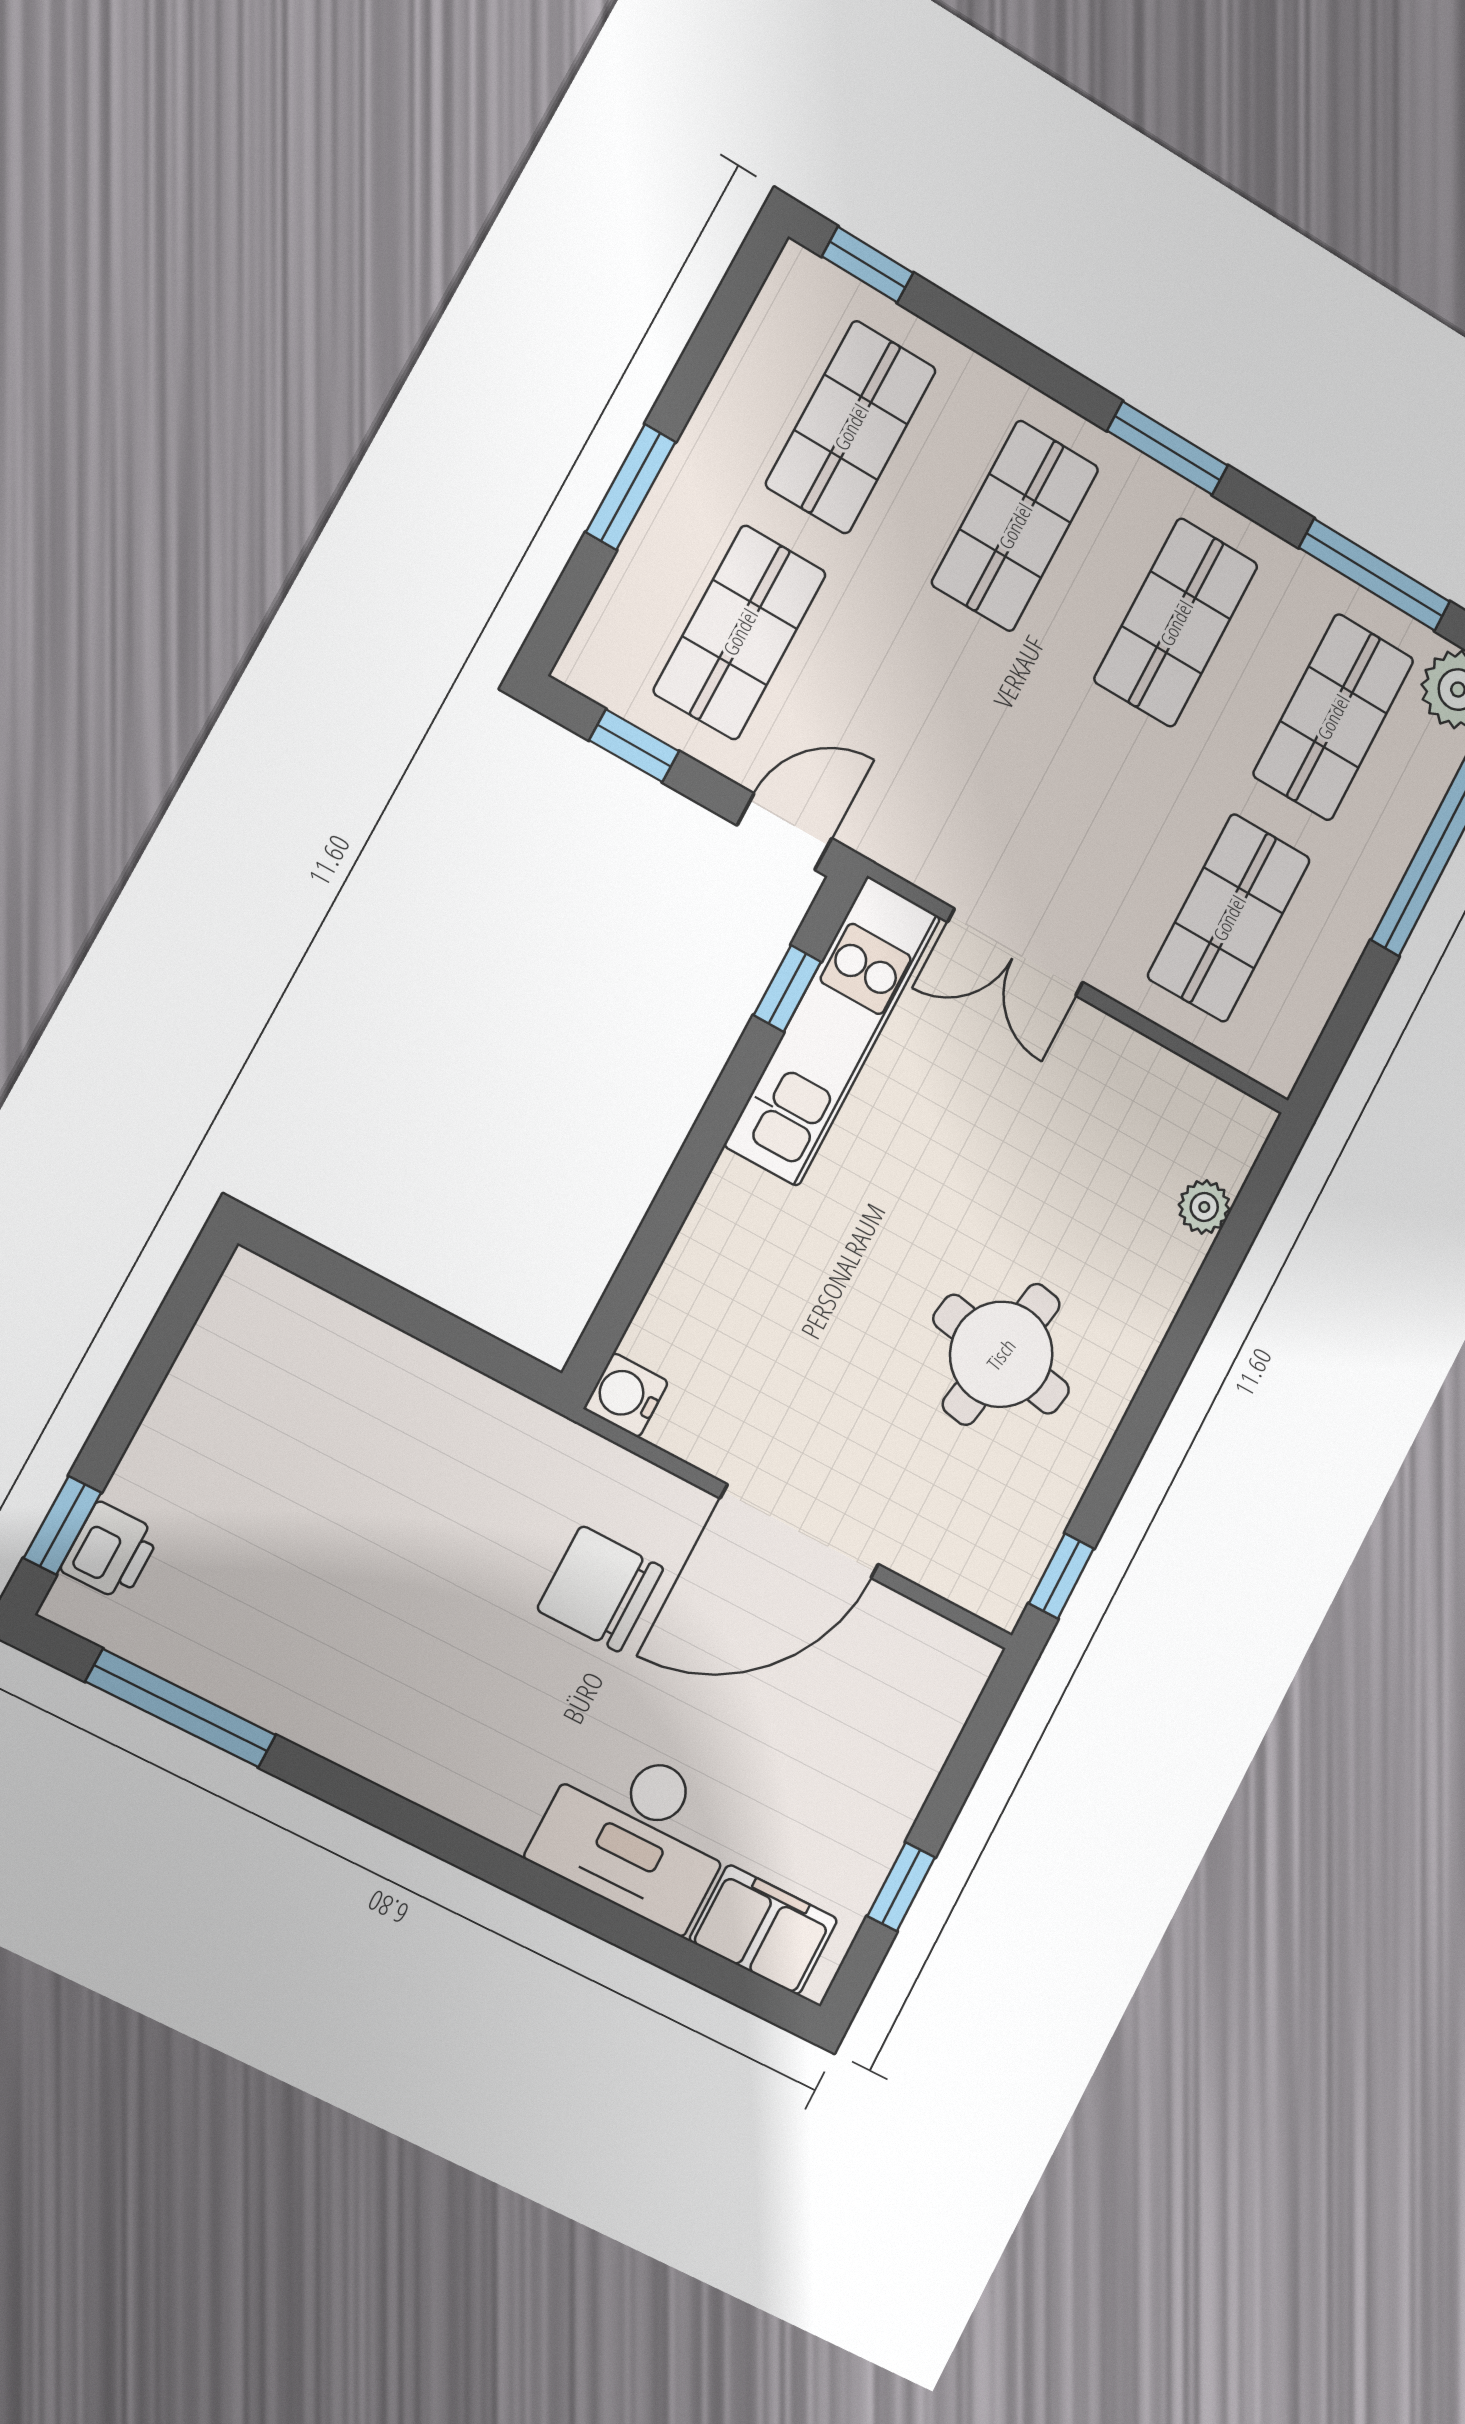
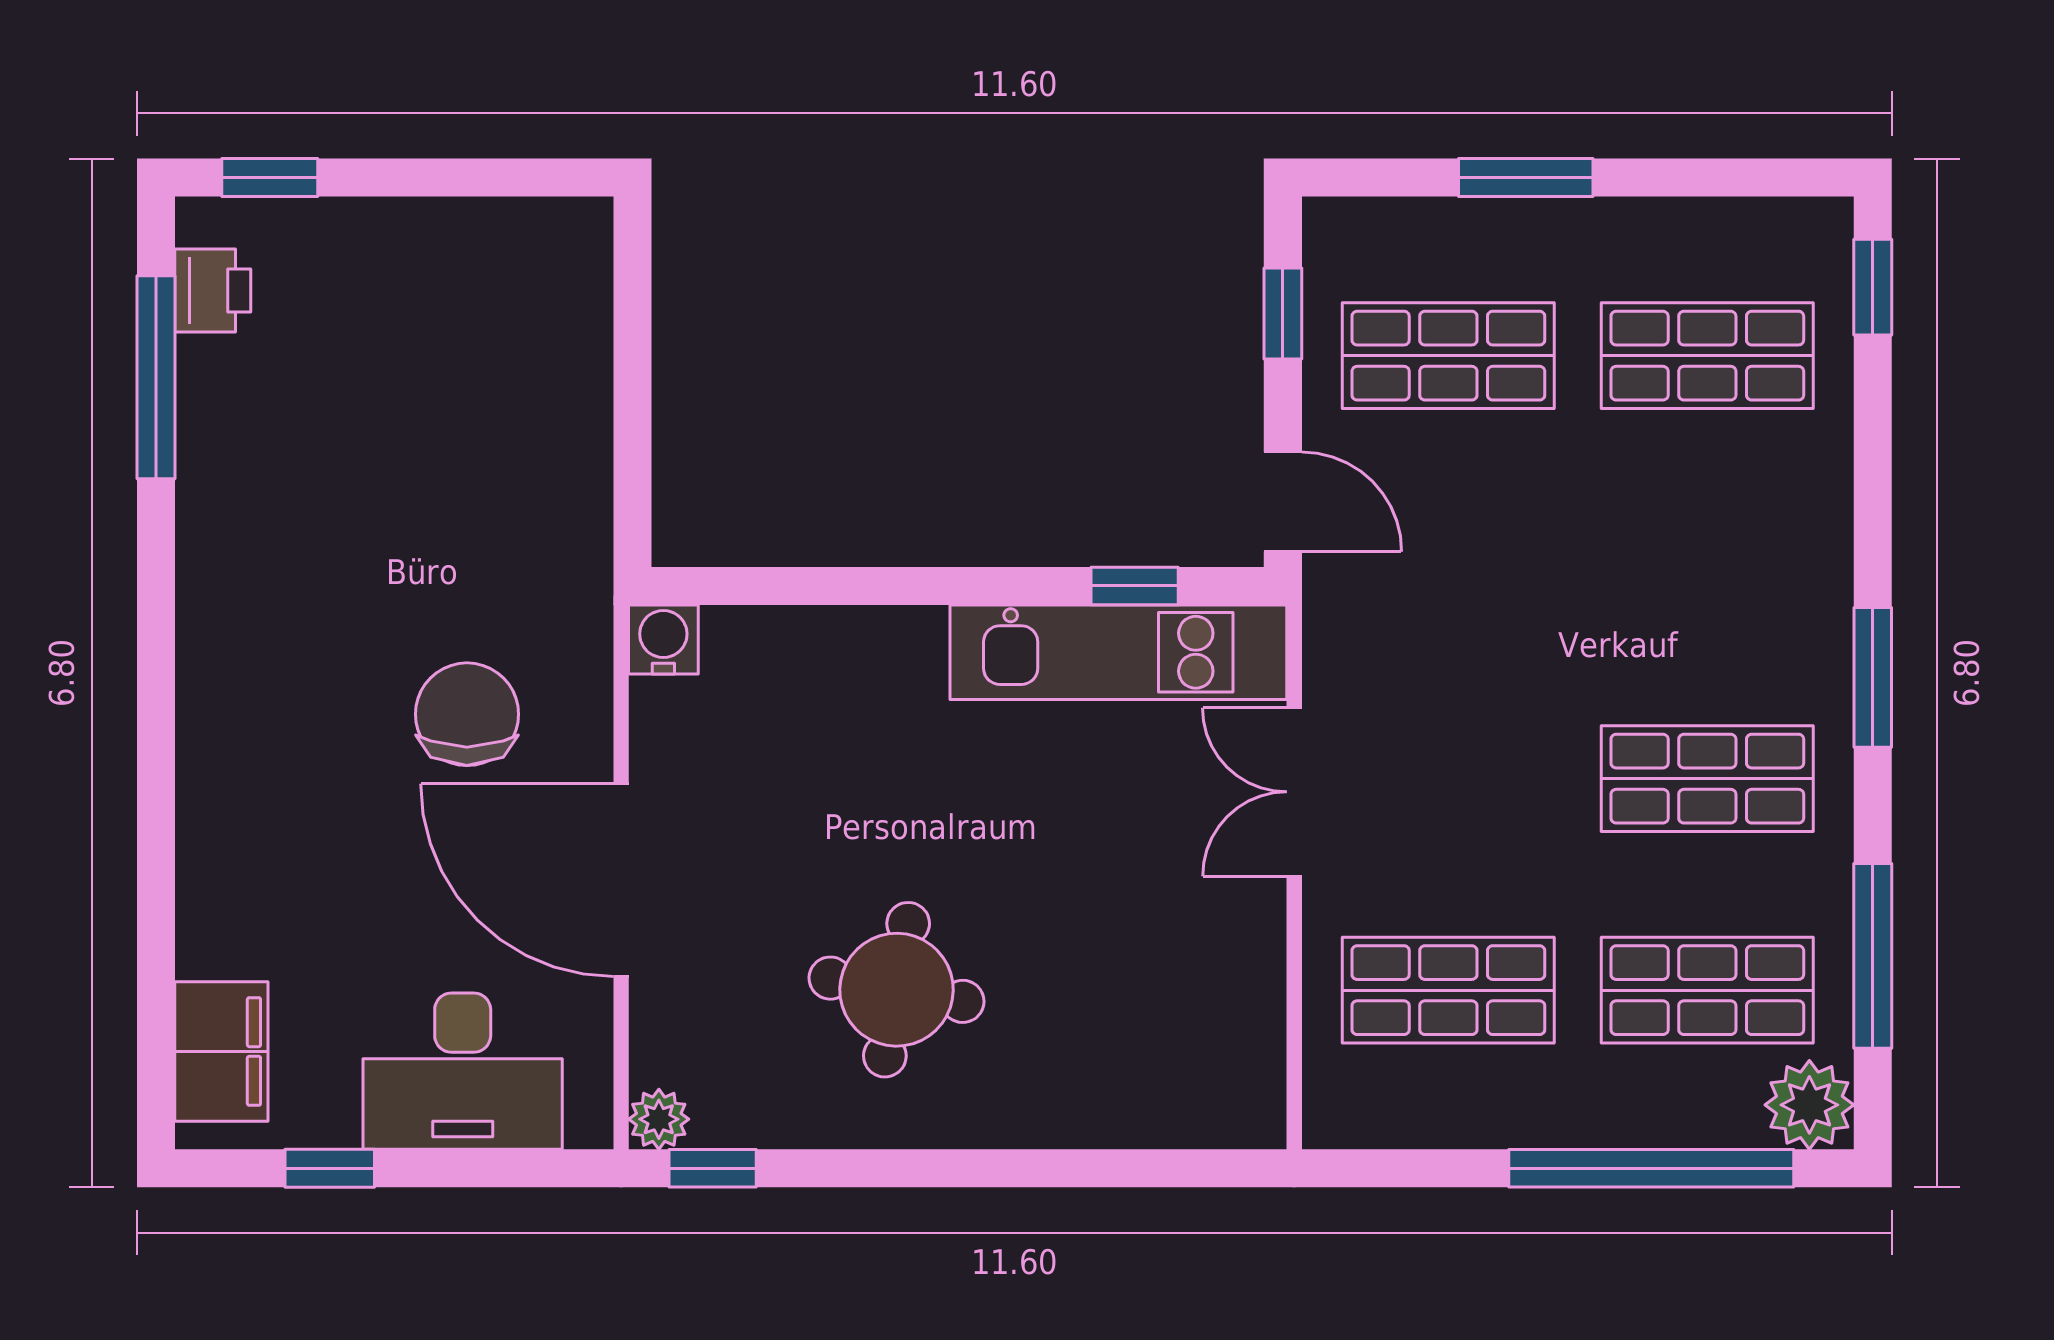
shop shelf: (1015, 526) -> (1707, 567), removed
plant: (1204, 1207) -> (659, 1119), moved
printer: (111, 1551) -> (213, 290), moved, turned -90
desk: (637, 1833) -> (463, 1071), moved, turned -90

